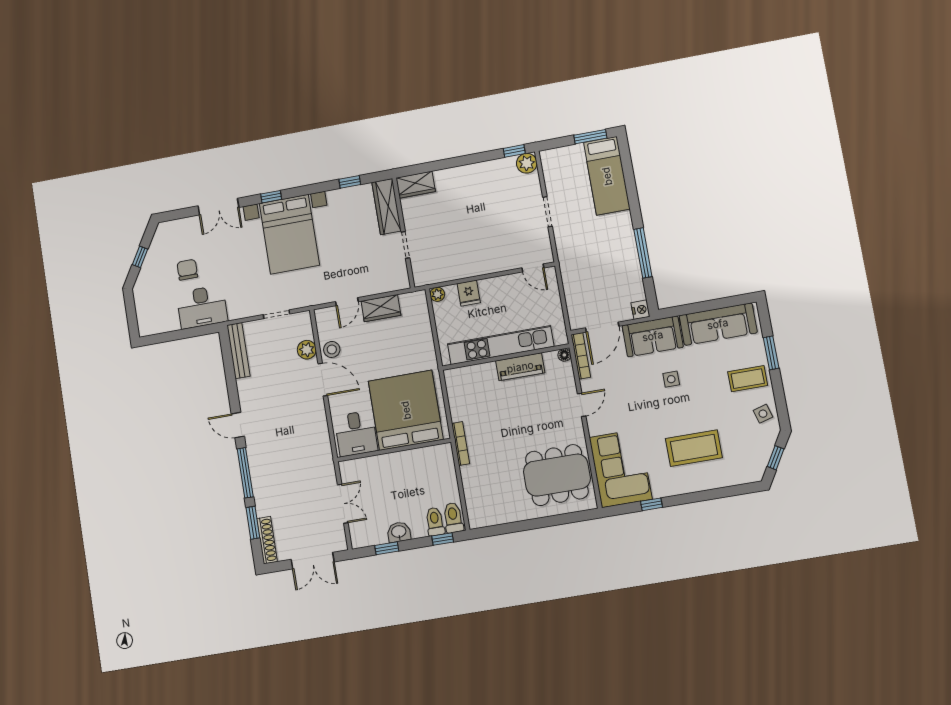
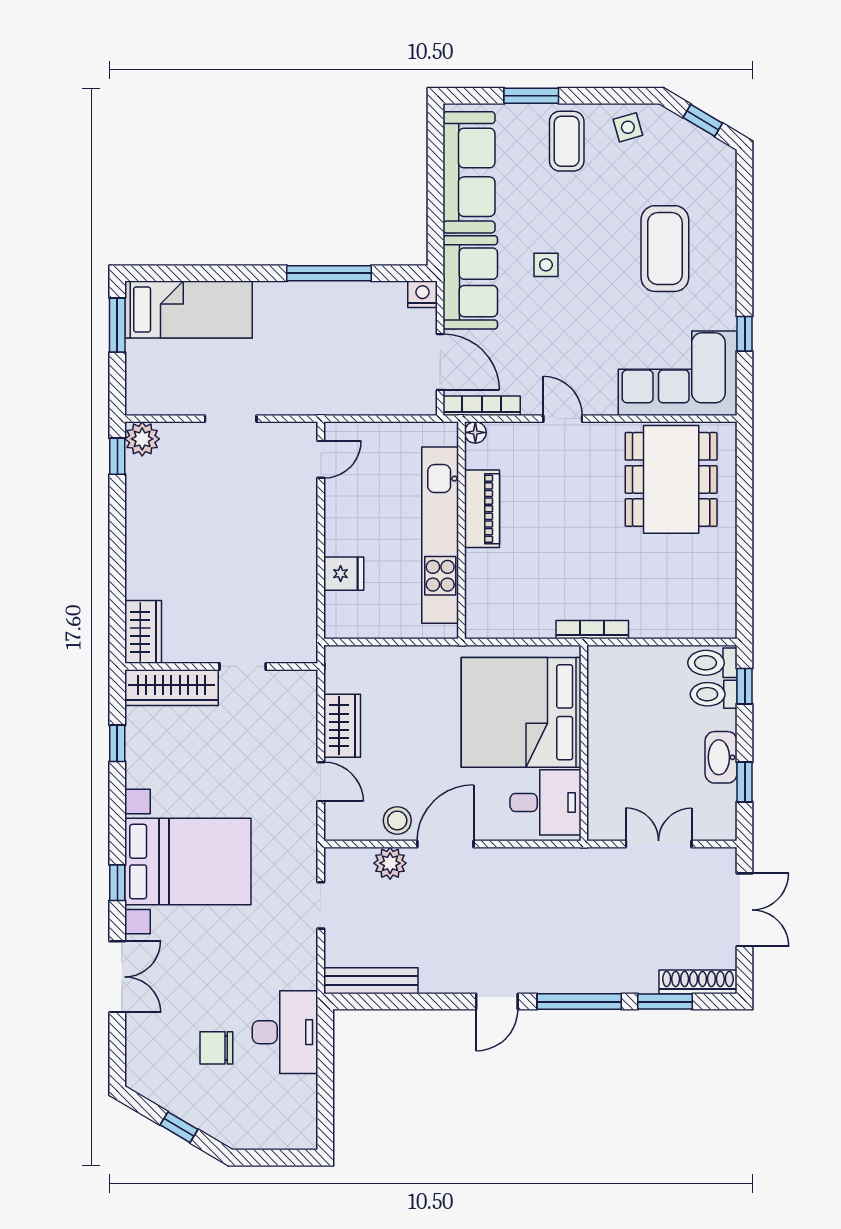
plant: (437, 294) -> (336, 627), removed
washbasin: (399, 532) -> (721, 757), width x1.38

